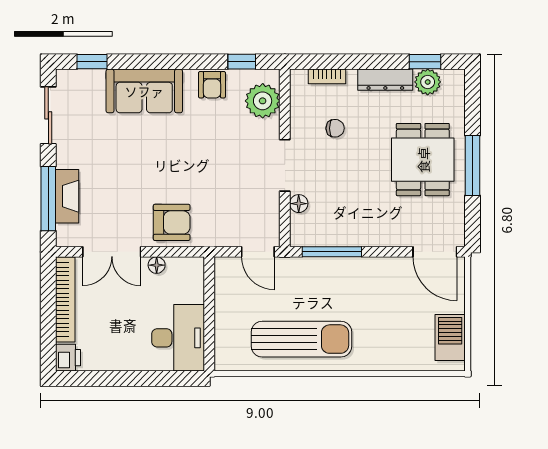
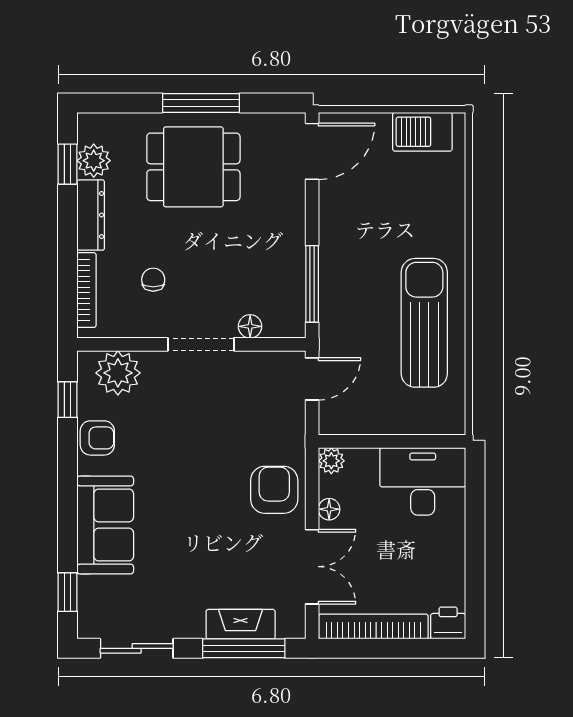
bookcase: (327, 76) -> (87, 290), width x1.56
plant: (194, 267) -> (331, 461), added

